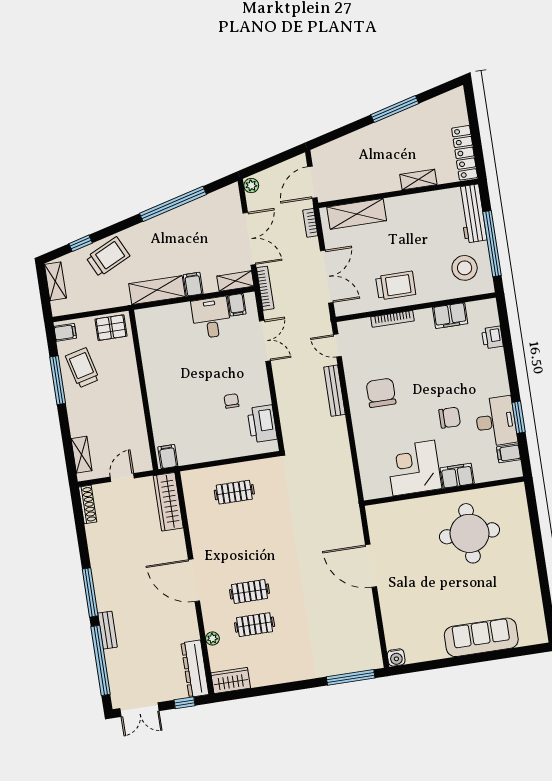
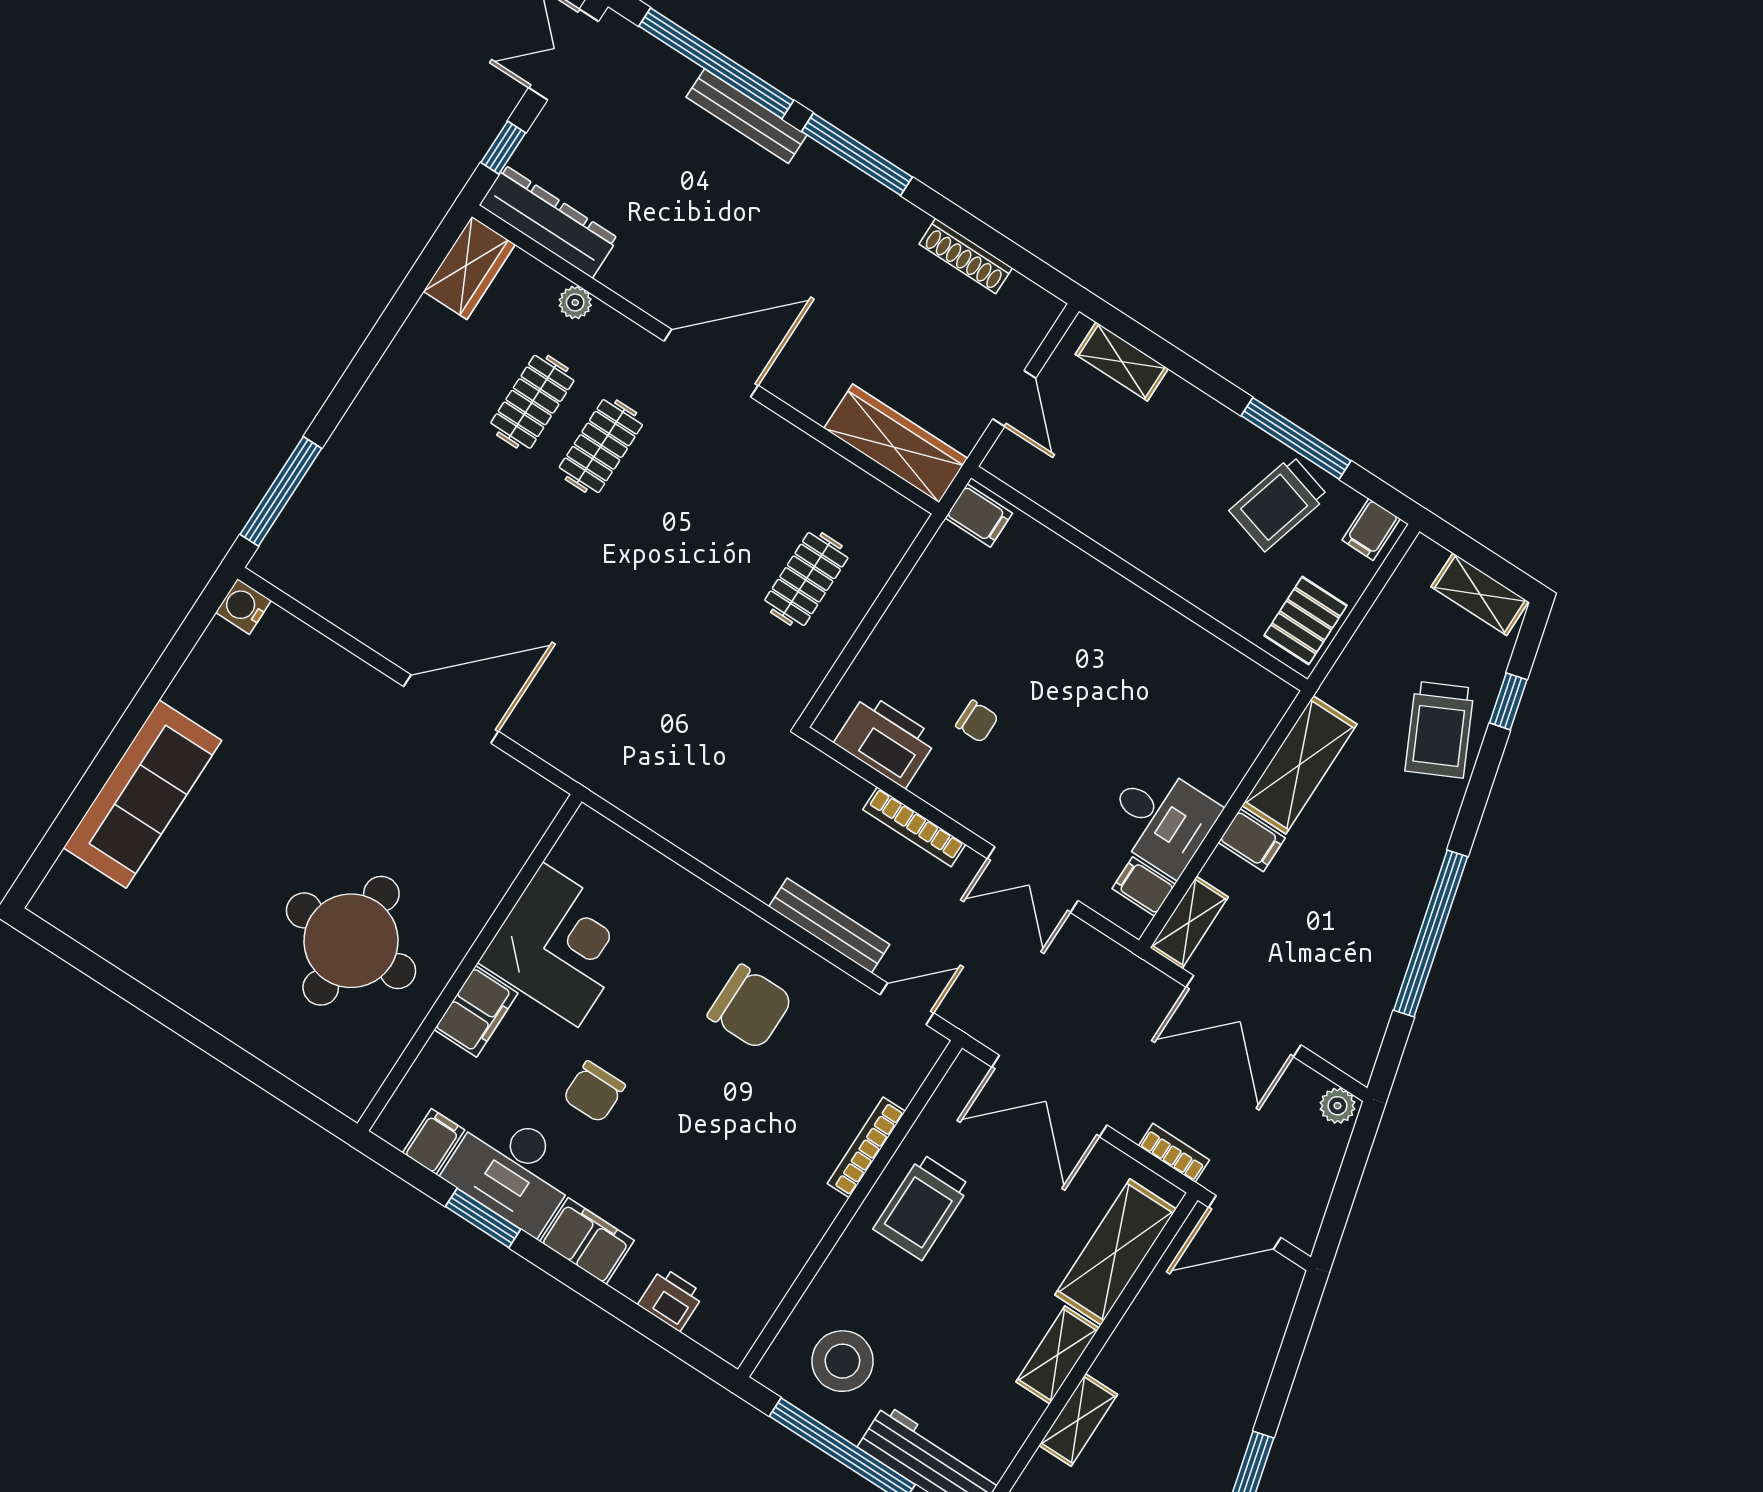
door: (312, 182) -> (1245, 1222), swing flipped
shelving: (404, 204) -> (1057, 1355), added
bookcase: (265, 288) -> (914, 827), moved
filing cabinet: (450, 315) -> (587, 1241), moved, turned 90
trolley: (82, 368) -> (1279, 503), turned 120
shoe rack: (88, 504) -> (966, 256), moved
bench: (107, 630) -> (746, 116), width x1.36

